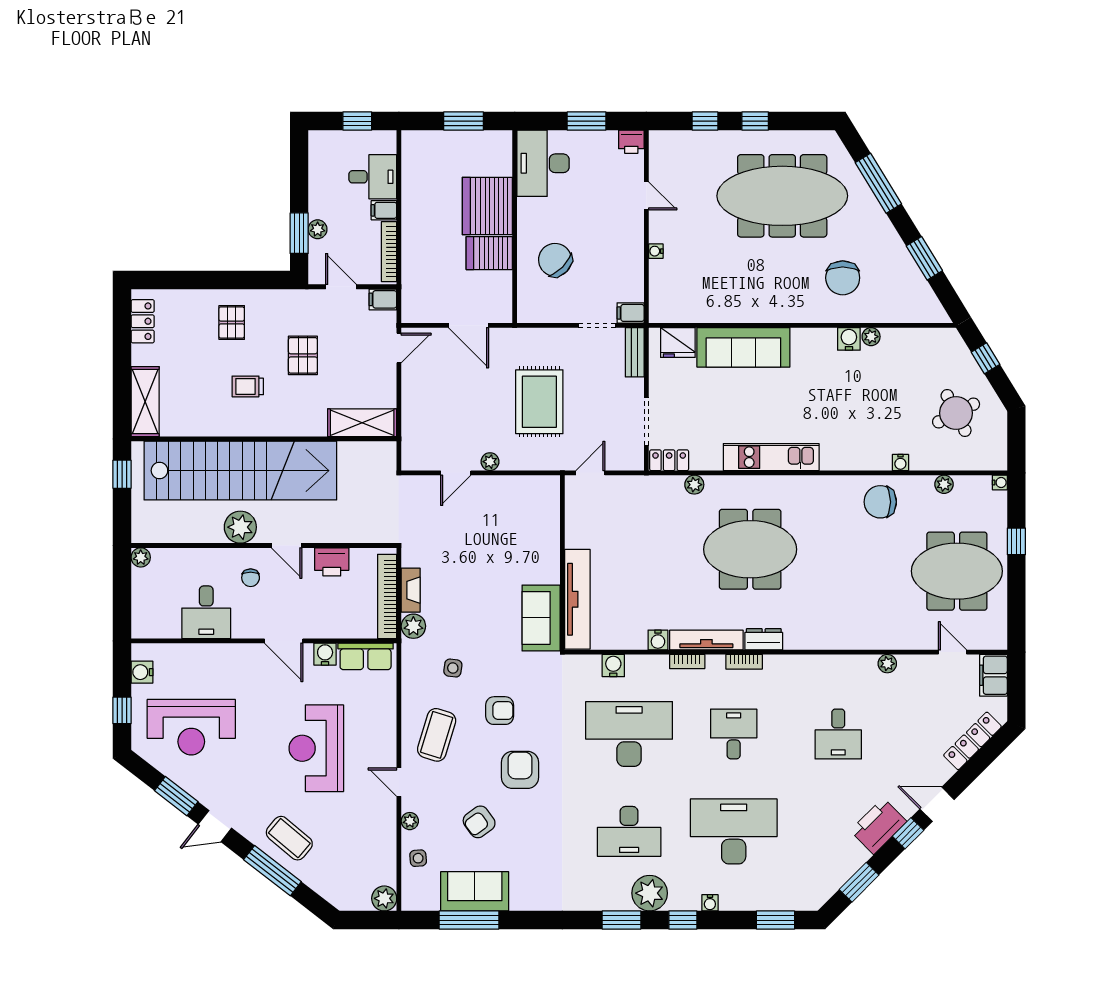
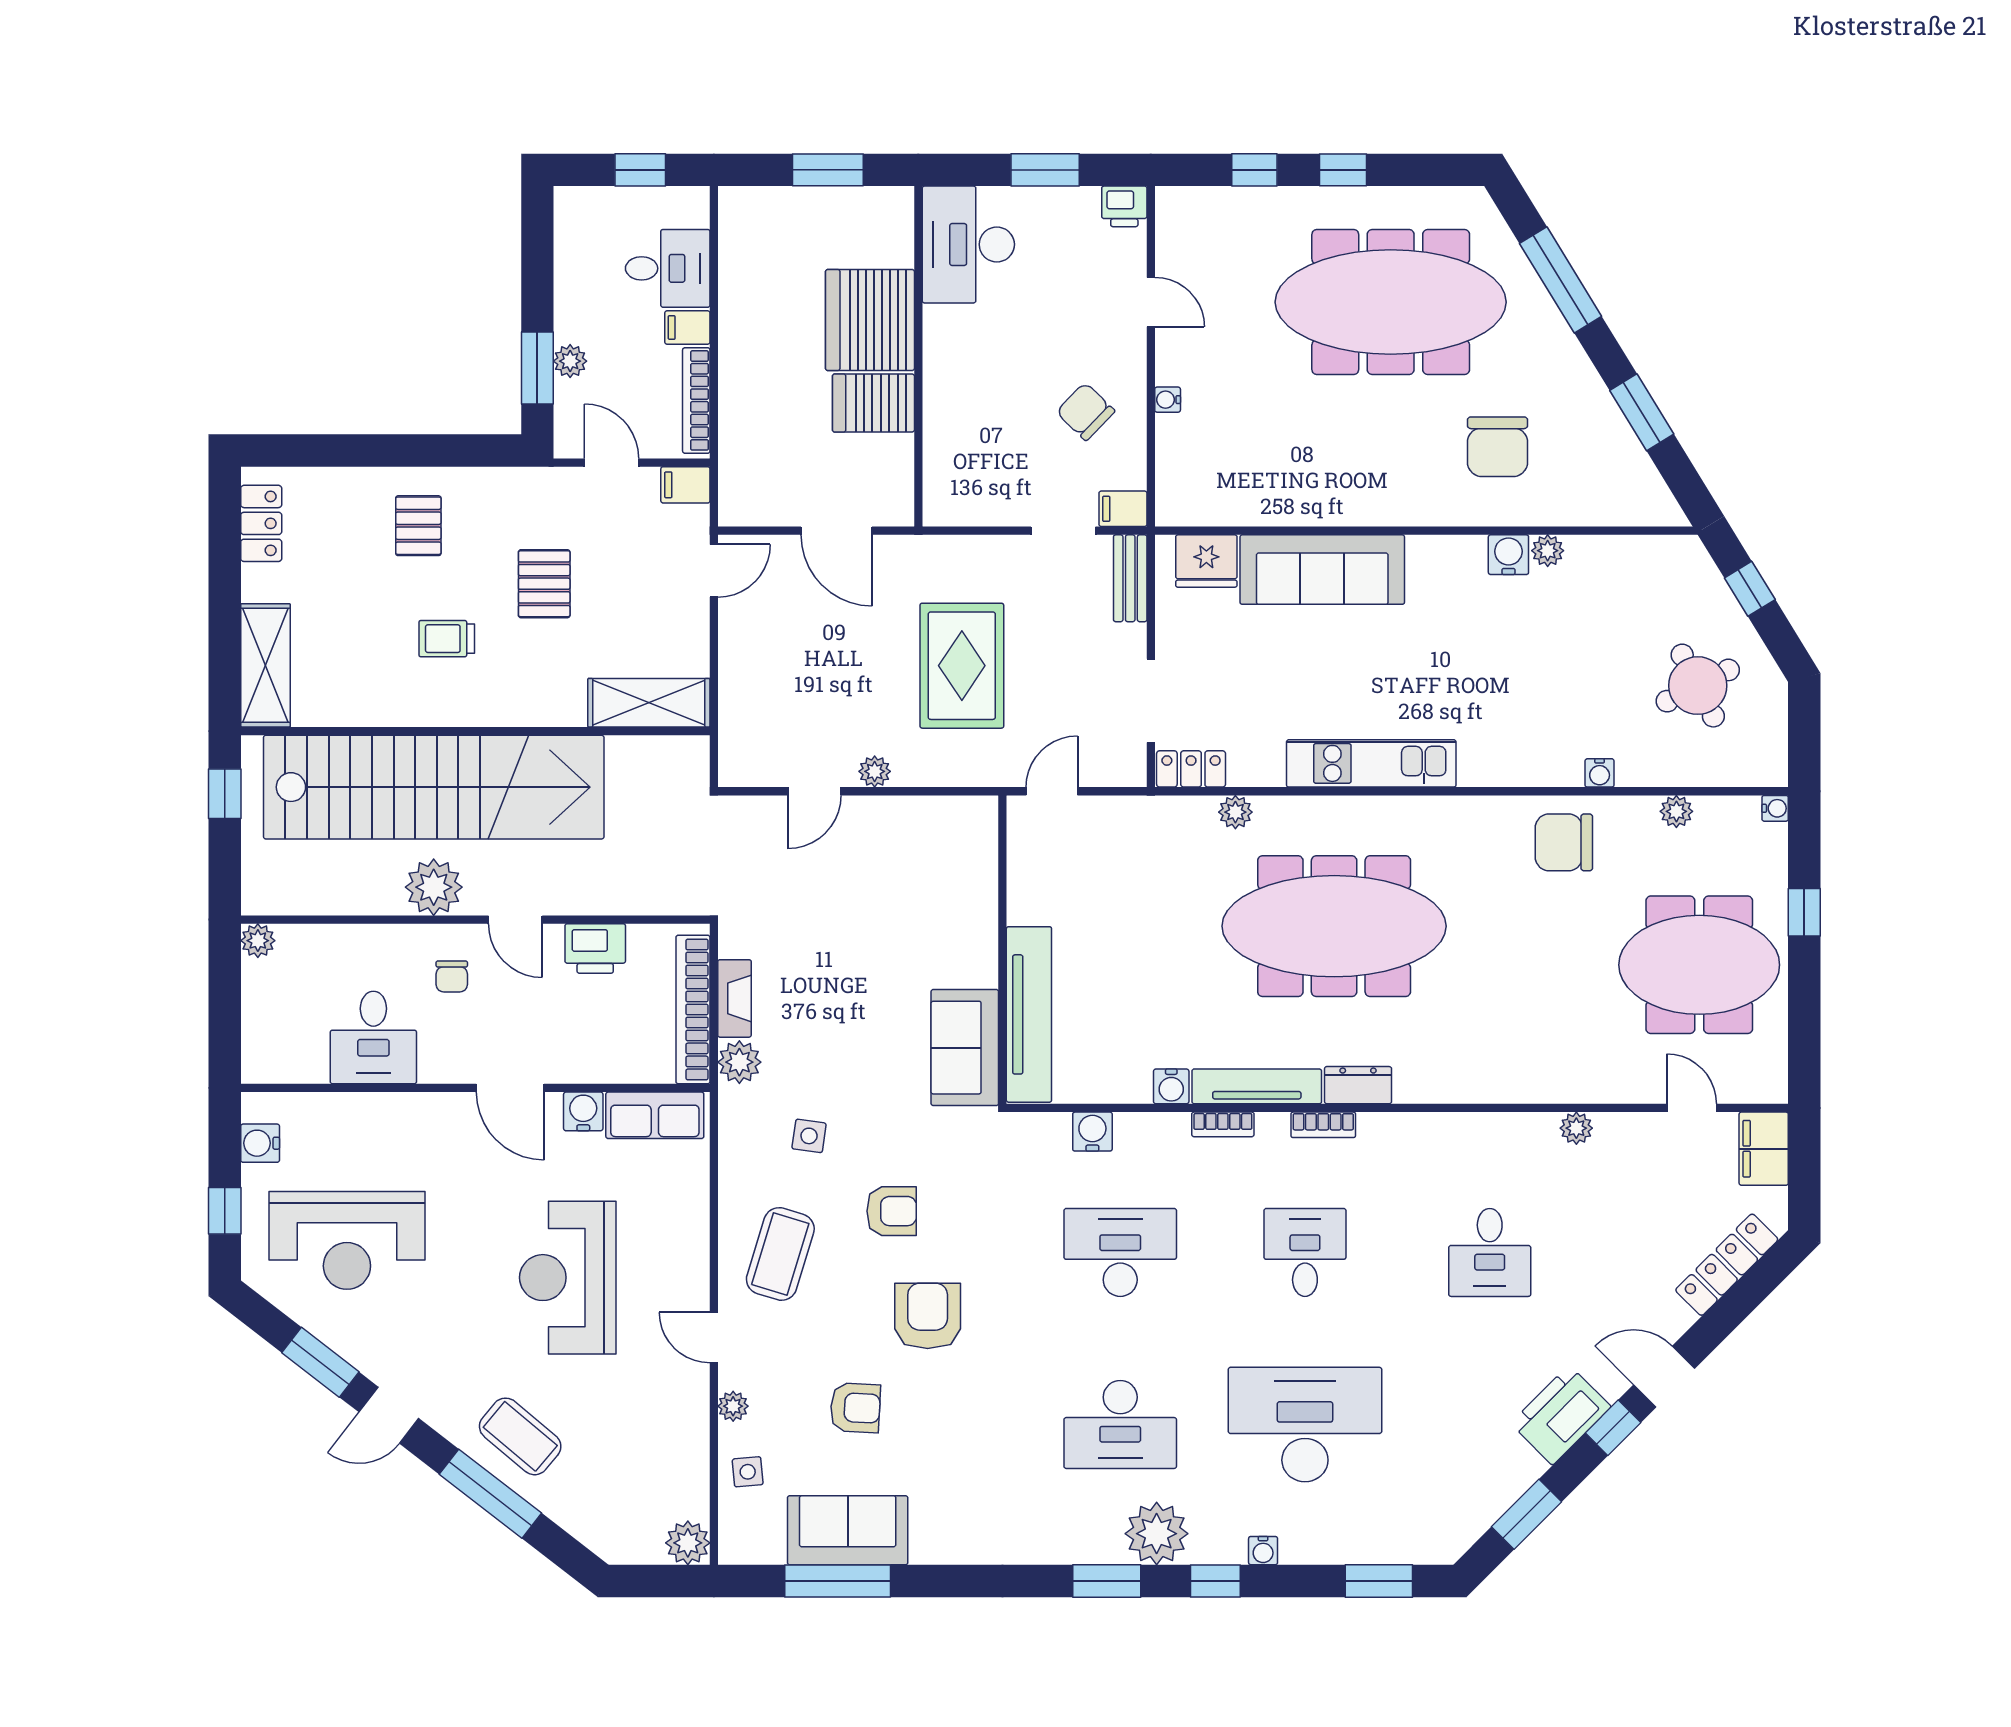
chair: (555, 260) -> (1085, 411), moved, width x0.73, depth x0.73
meeting table: (750, 549) -> (1334, 926), width x1.36
desk: (629, 734) -> (1120, 1252), width x0.73, depth x0.77
armchair: (479, 822) -> (855, 1408), turned -141

